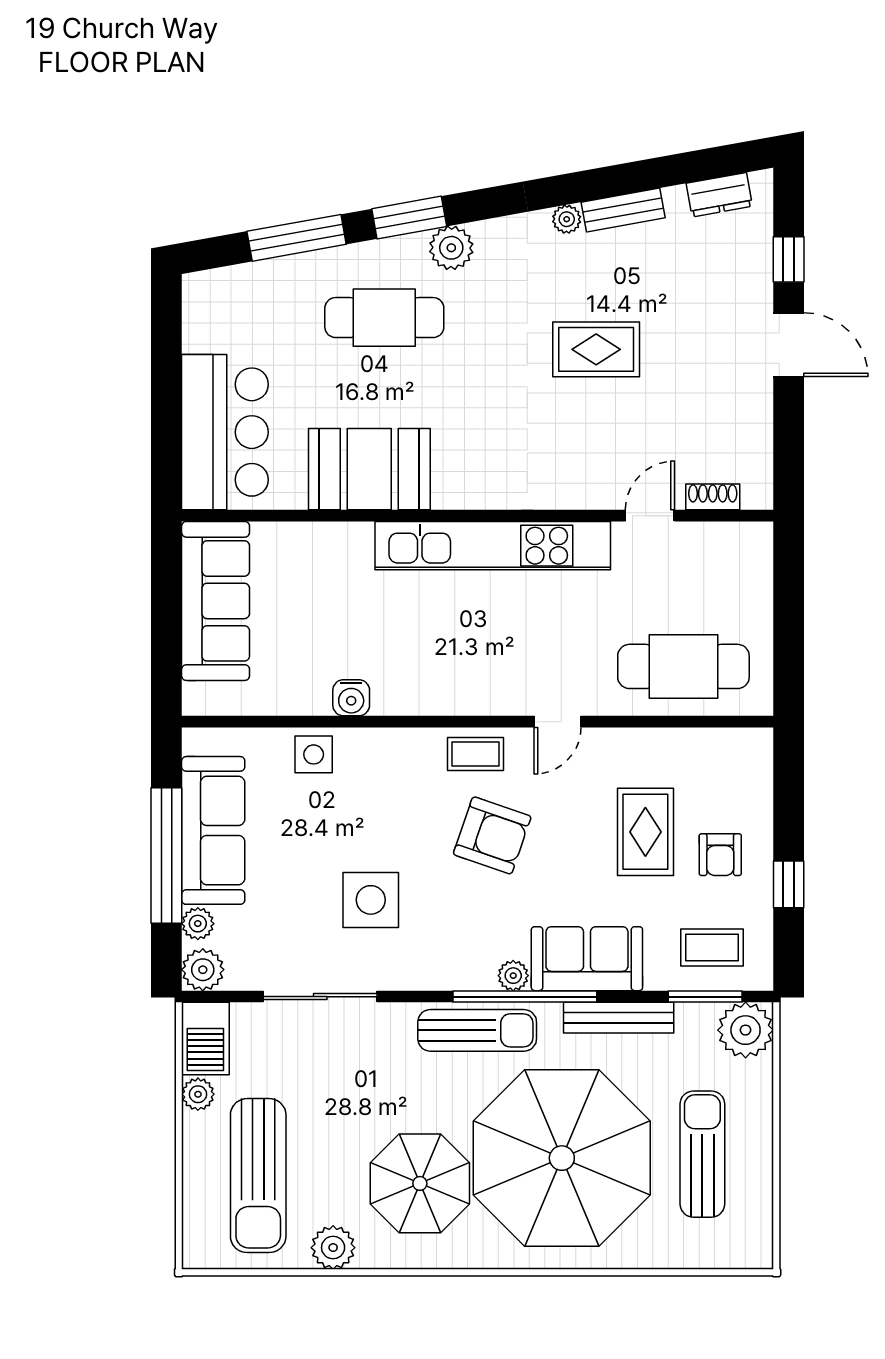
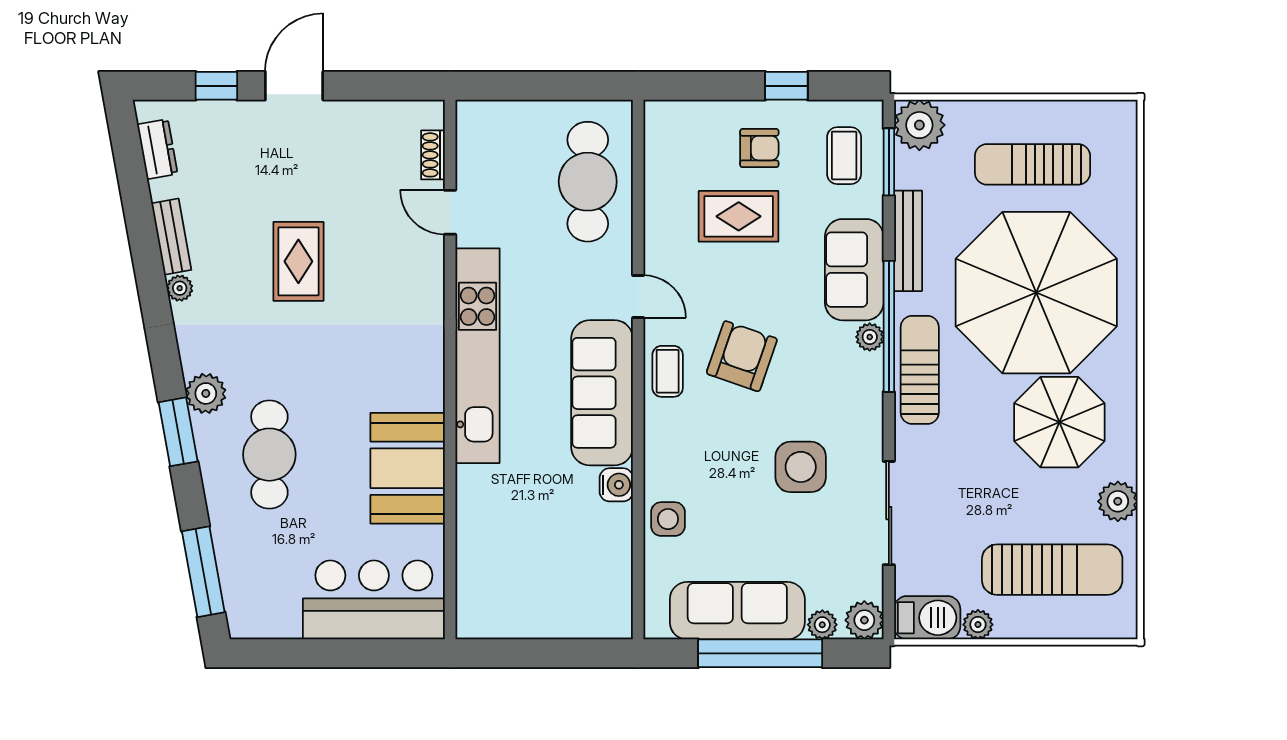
window: (297, 238) -> (203, 572), moved
sofa: (216, 601) -> (602, 393), moved, turned -90

